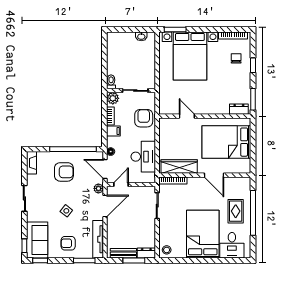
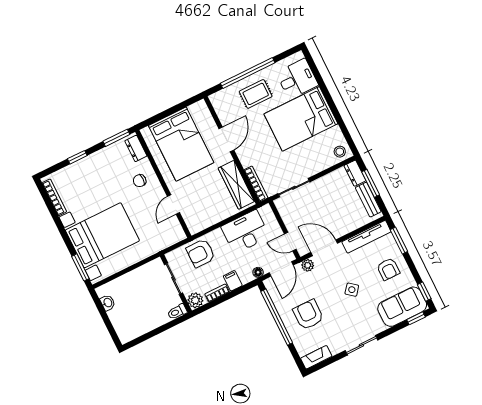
chair: (236, 58) -> (140, 181), moved

